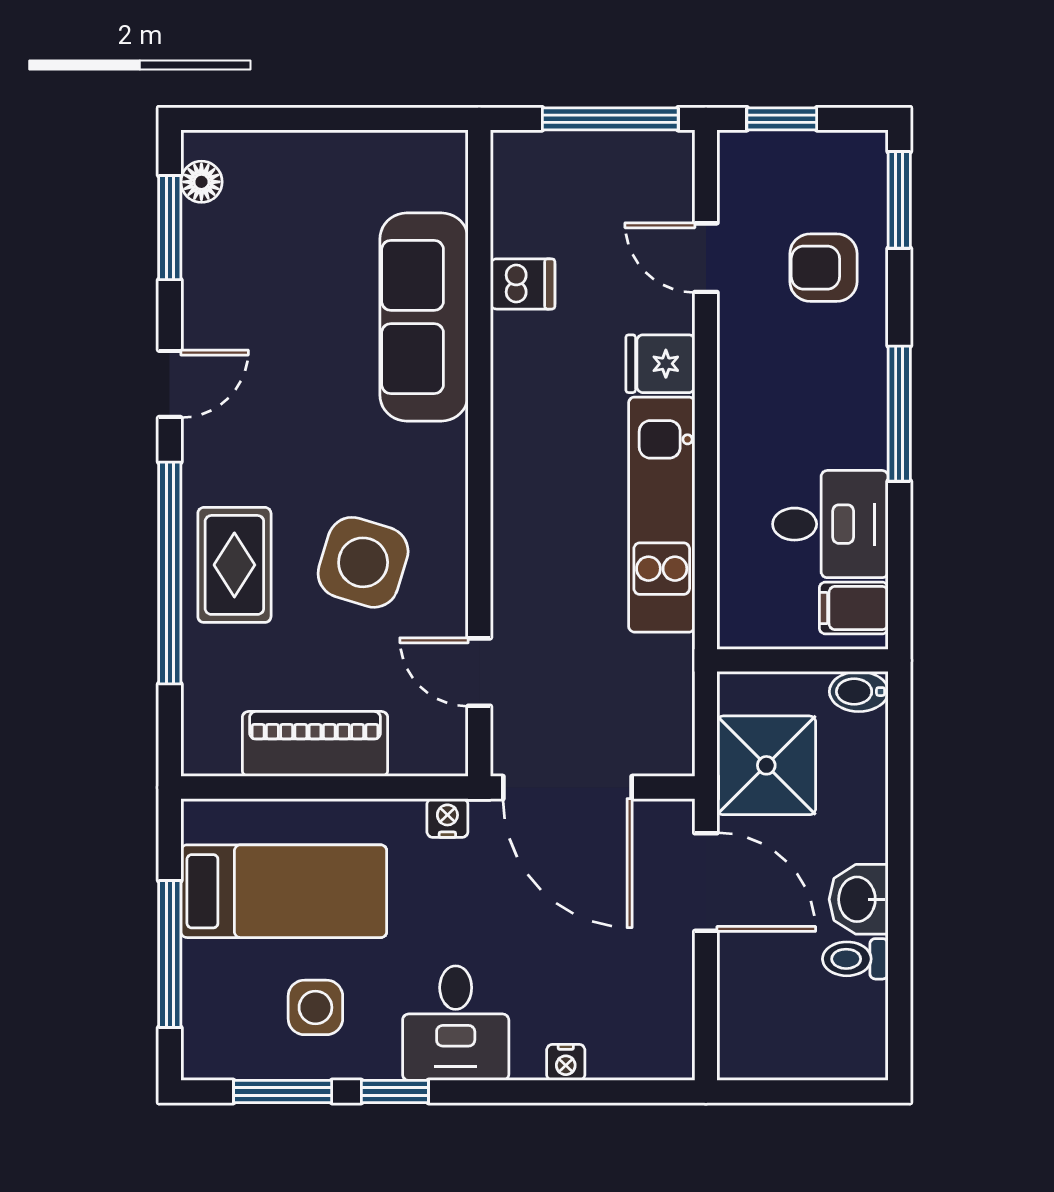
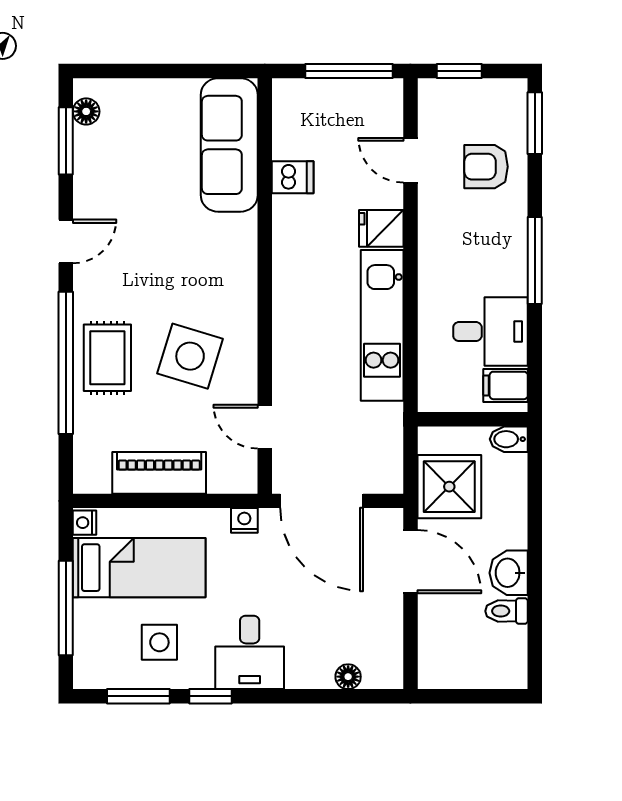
sofa: (424, 317) -> (229, 145), moved
floor lamp: (609, 1061) -> (348, 677), added
nightstand: (566, 1062) -> (85, 523), moved, turned 90

